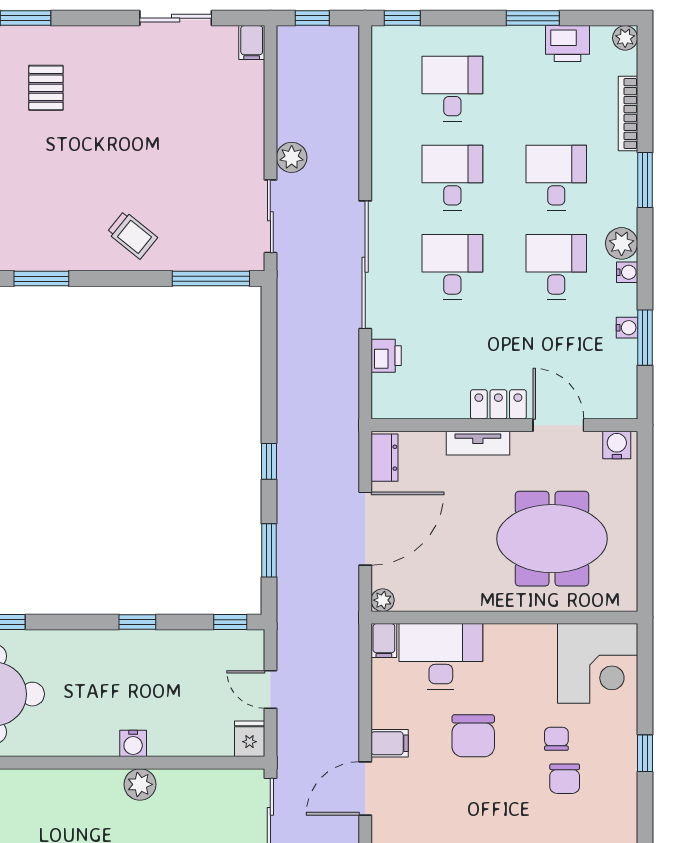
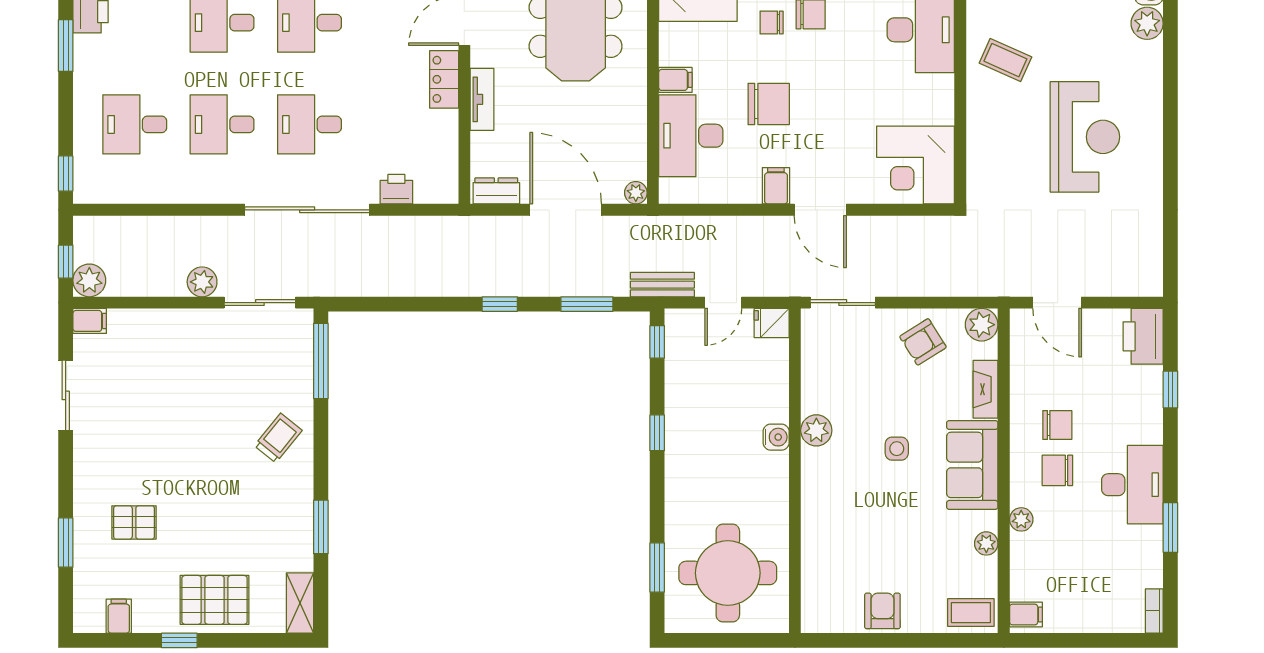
plant: (293, 42) -> (89, 280), added
bench: (289, 627) -> (662, 285), added
filing cabinet: (384, 641) -> (675, 80), moved

